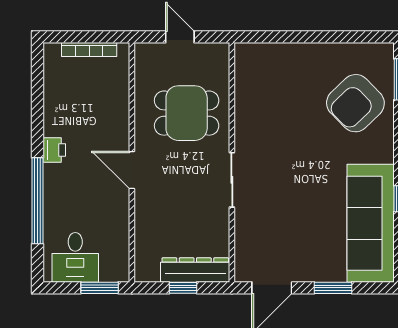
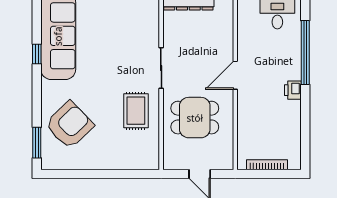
rug: (266, 122) -> (136, 111), added
door: (132, 170) -> (235, 75), swing flipped

